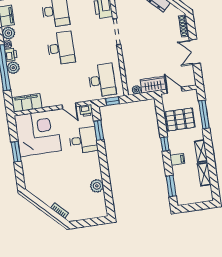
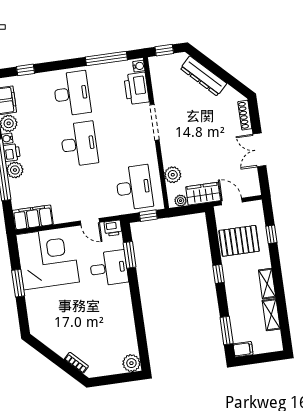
plant: (130, 71) -> (173, 175), added
window: (204, 115) -> (271, 234), width x0.46
filing cabinet: (177, 159) -> (243, 349), moved
plant: (97, 186) -> (131, 363), moved

